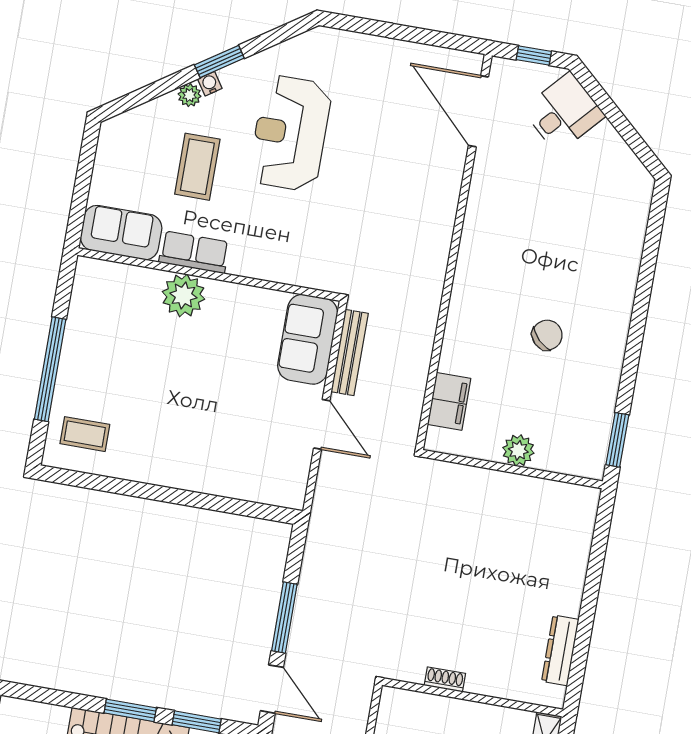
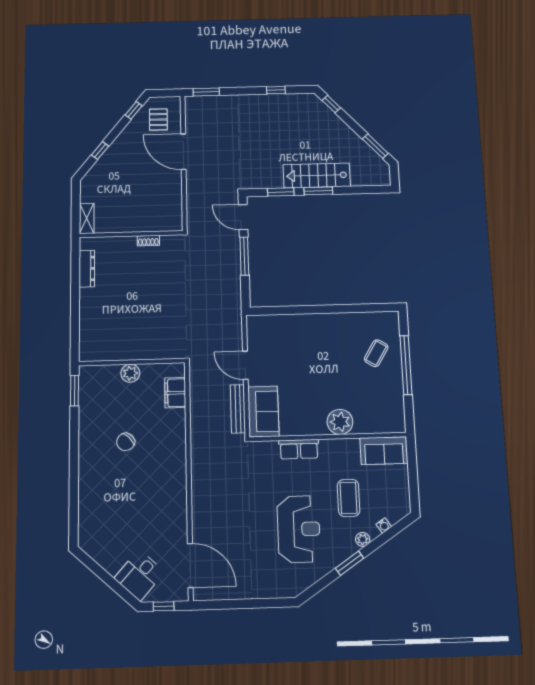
water cooler: (210, 84) -> (384, 525), moved
row of seats: (194, 252) -> (299, 449), moved
coffee table: (85, 434) -> (376, 353), moved, turned -59

